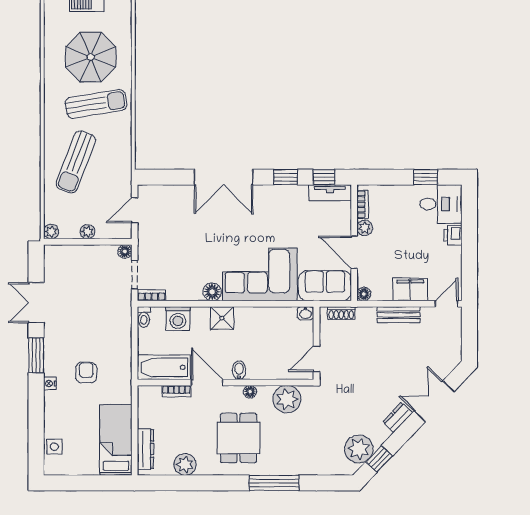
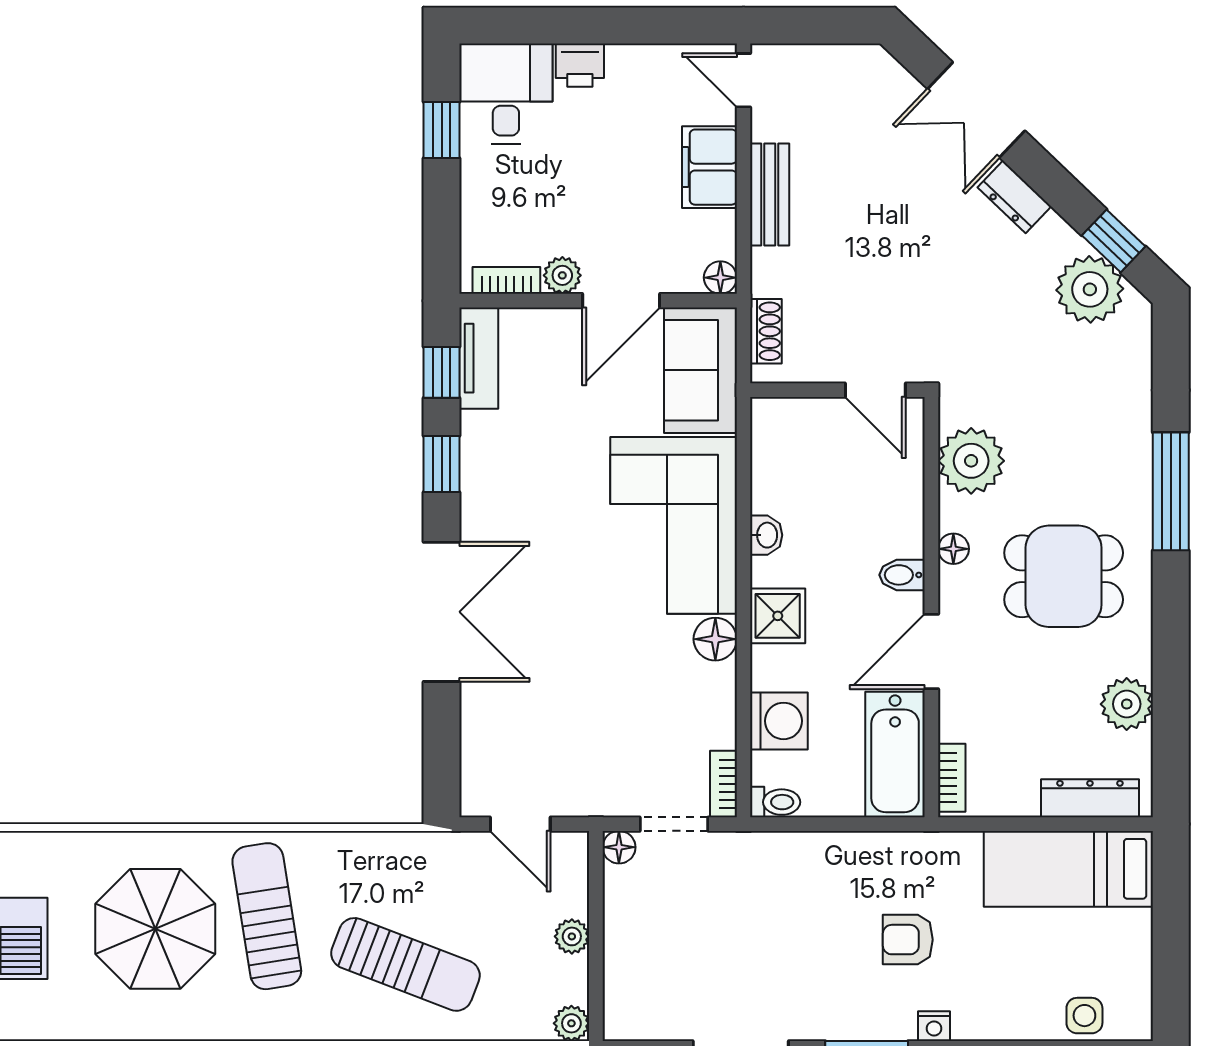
washbasin: (305, 313) -> (766, 535), moved
bookcase: (176, 391) -> (952, 778), moved

